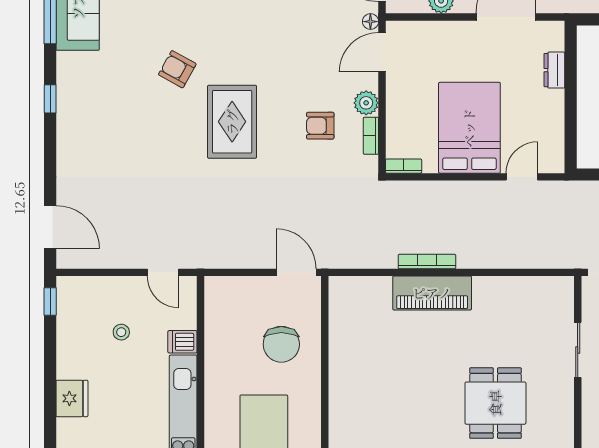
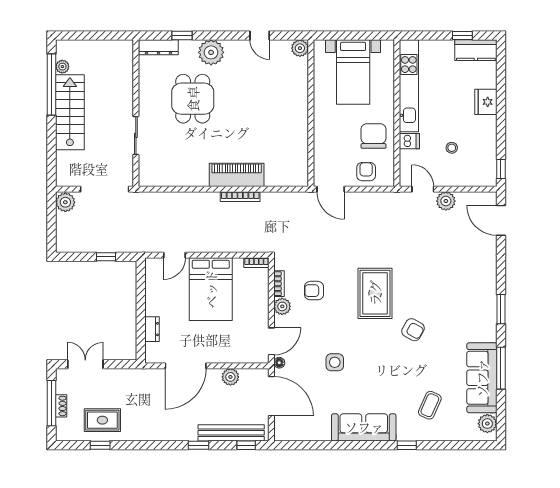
side table: (290, 22) -> (335, 362), added
window: (50, 99) -> (501, 309), width x1.50
armchair: (320, 126) -> (314, 291), turned 180
plant: (130, 255) -> (446, 201), added
armchair: (245, 298) -> (366, 172), added
chair: (281, 344) -> (374, 136), moved

